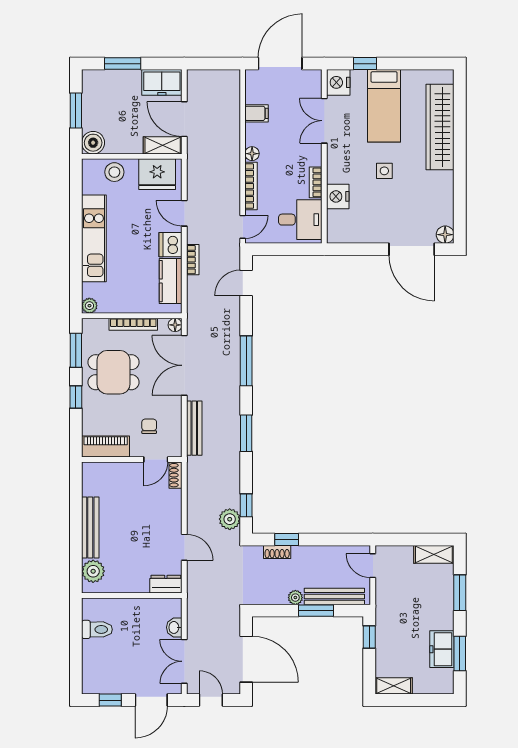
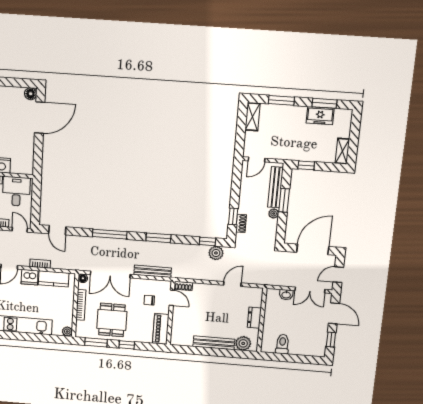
dresser: (166, 584) -> (254, 318), moved

